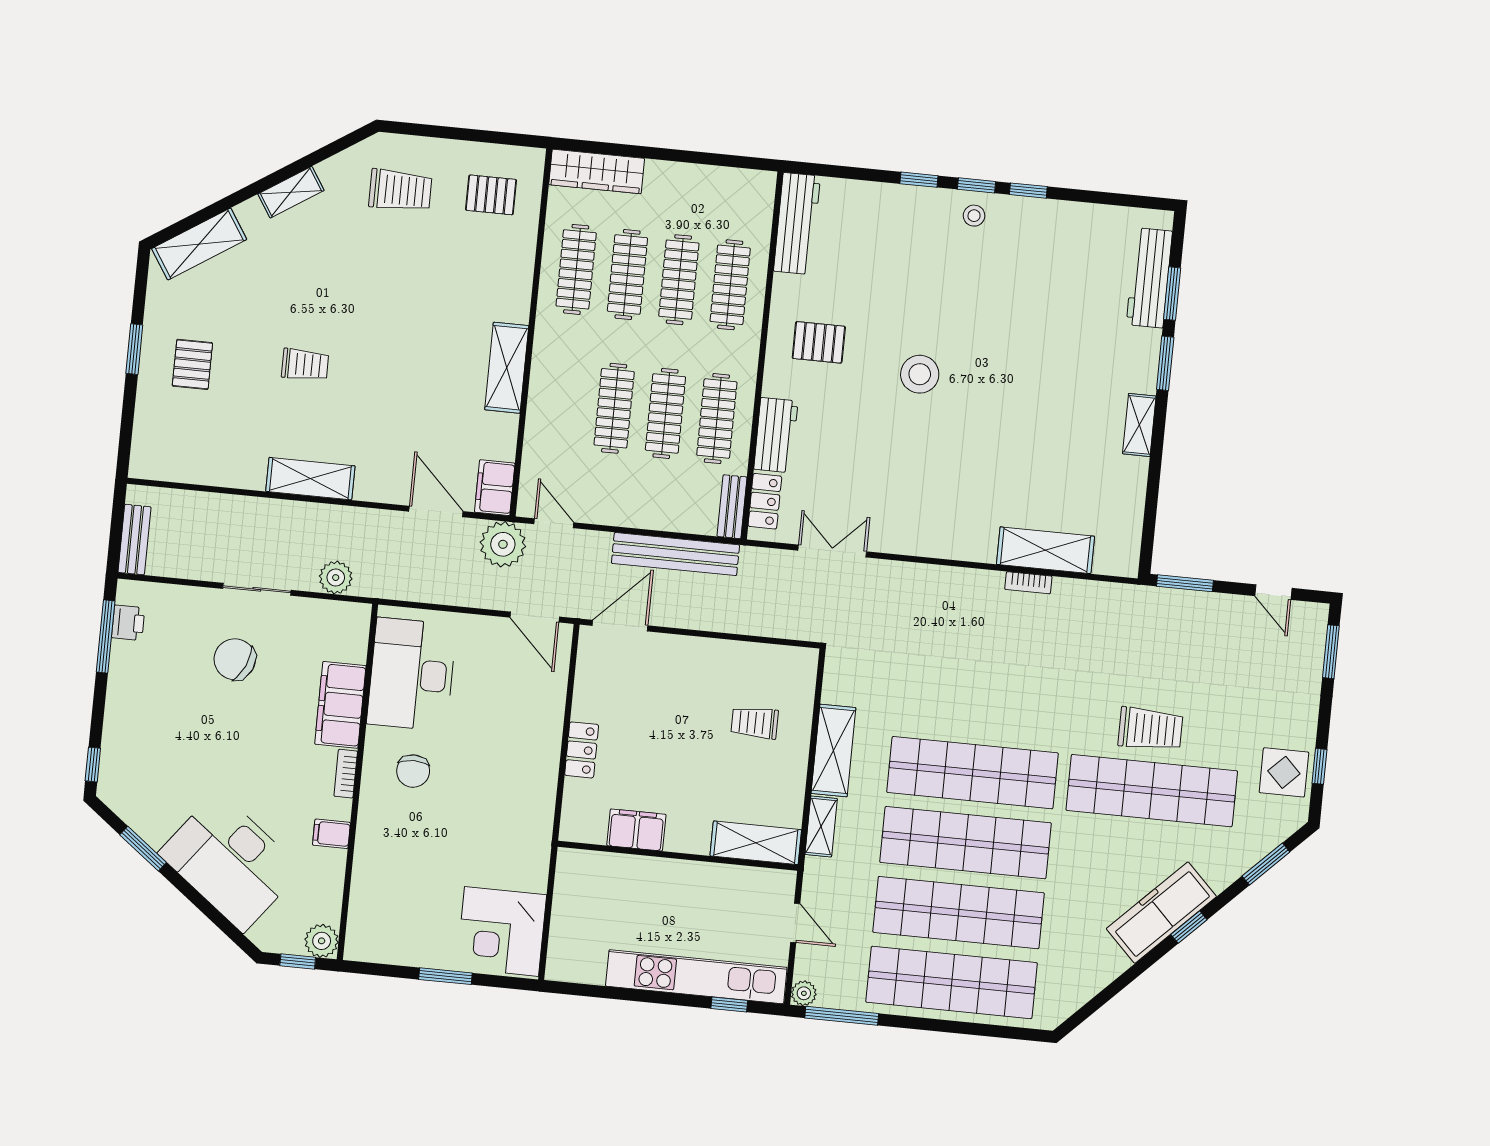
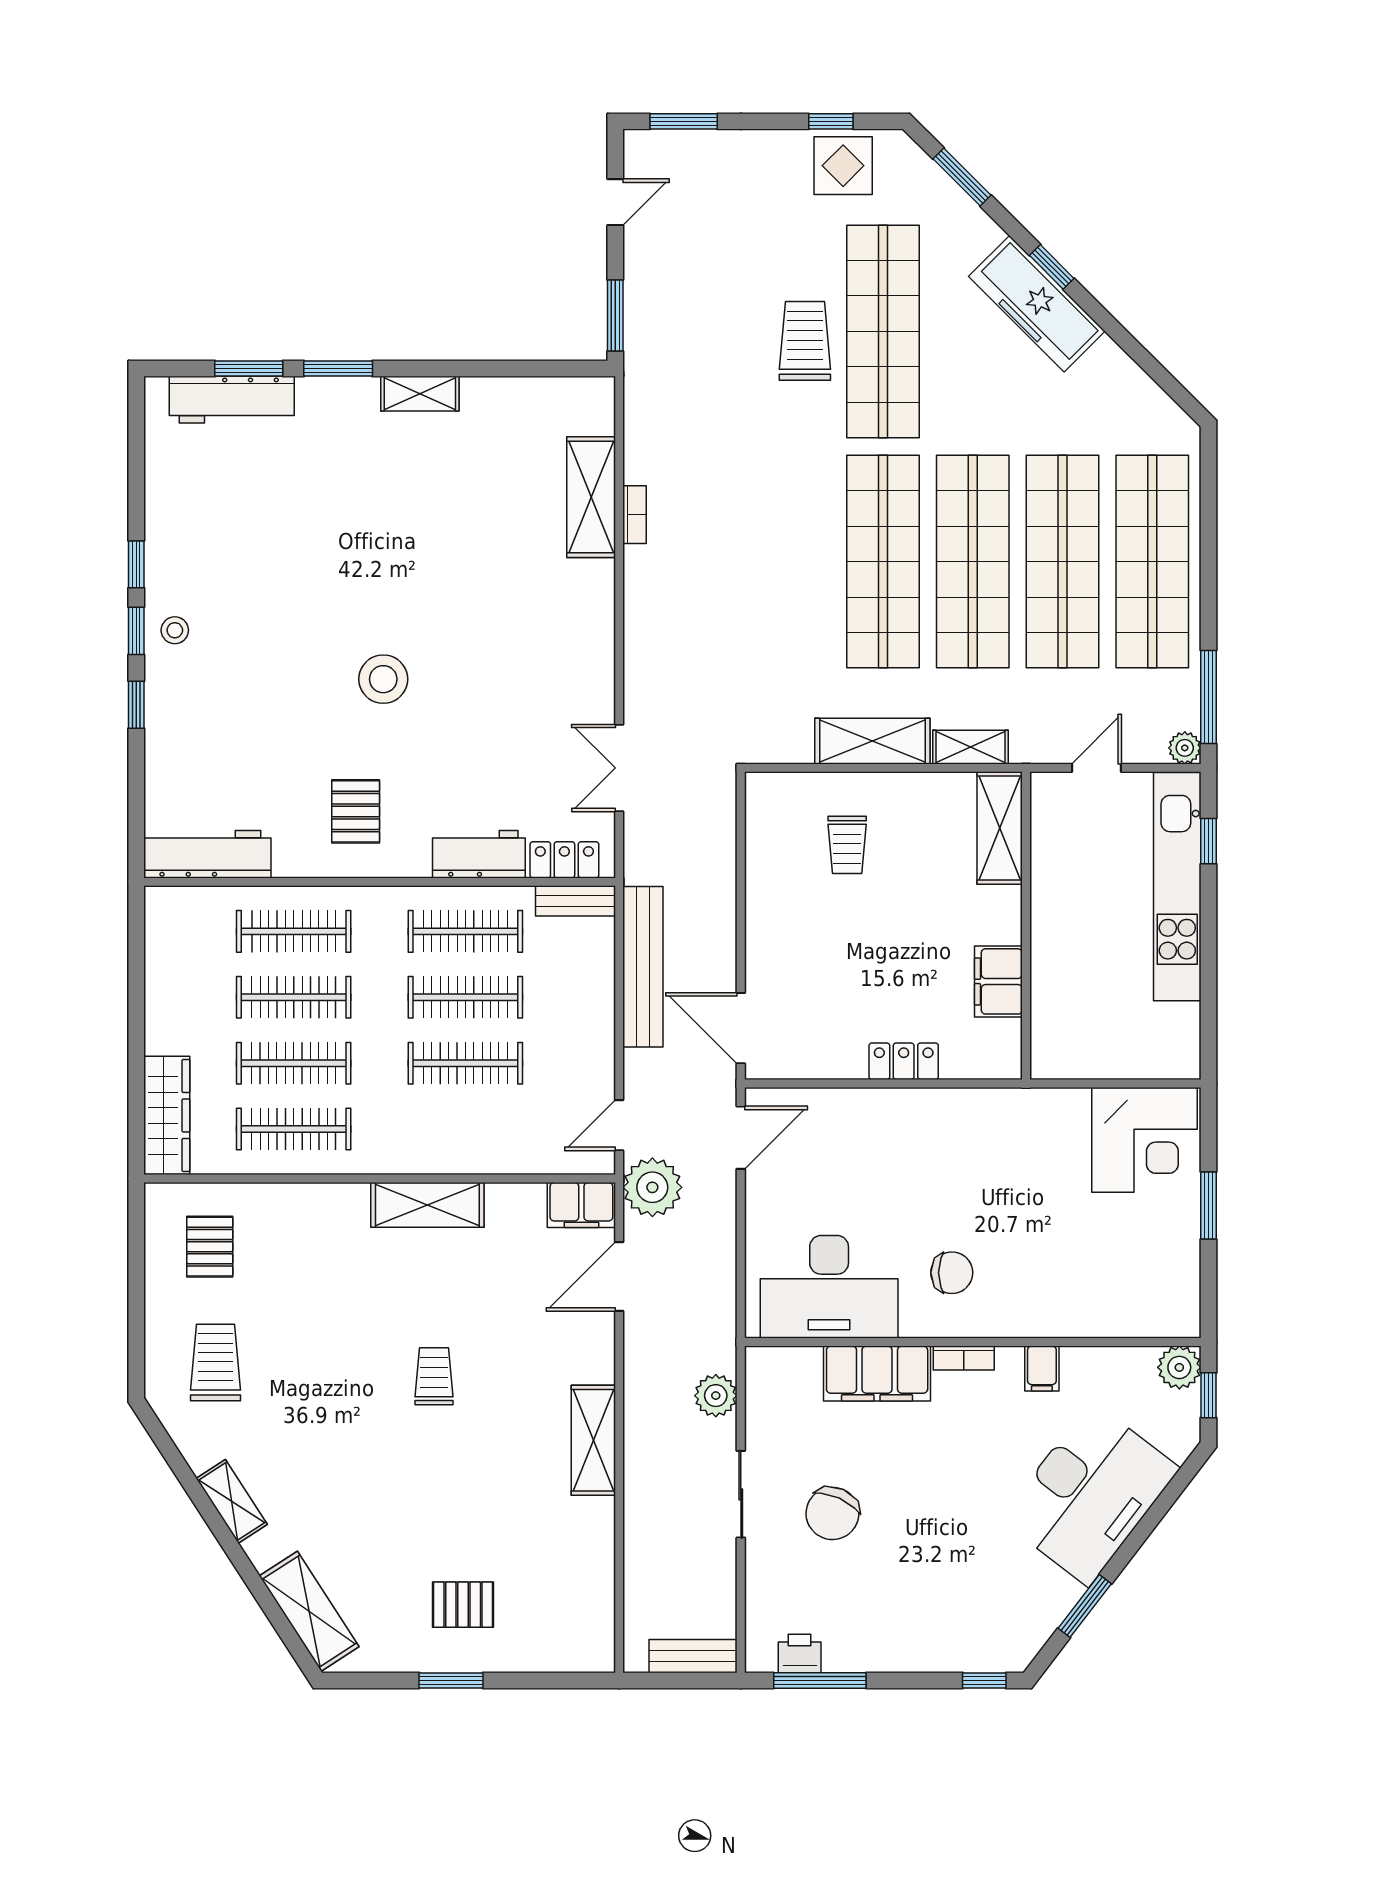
trolley: (305, 365) -> (434, 1376), moved

